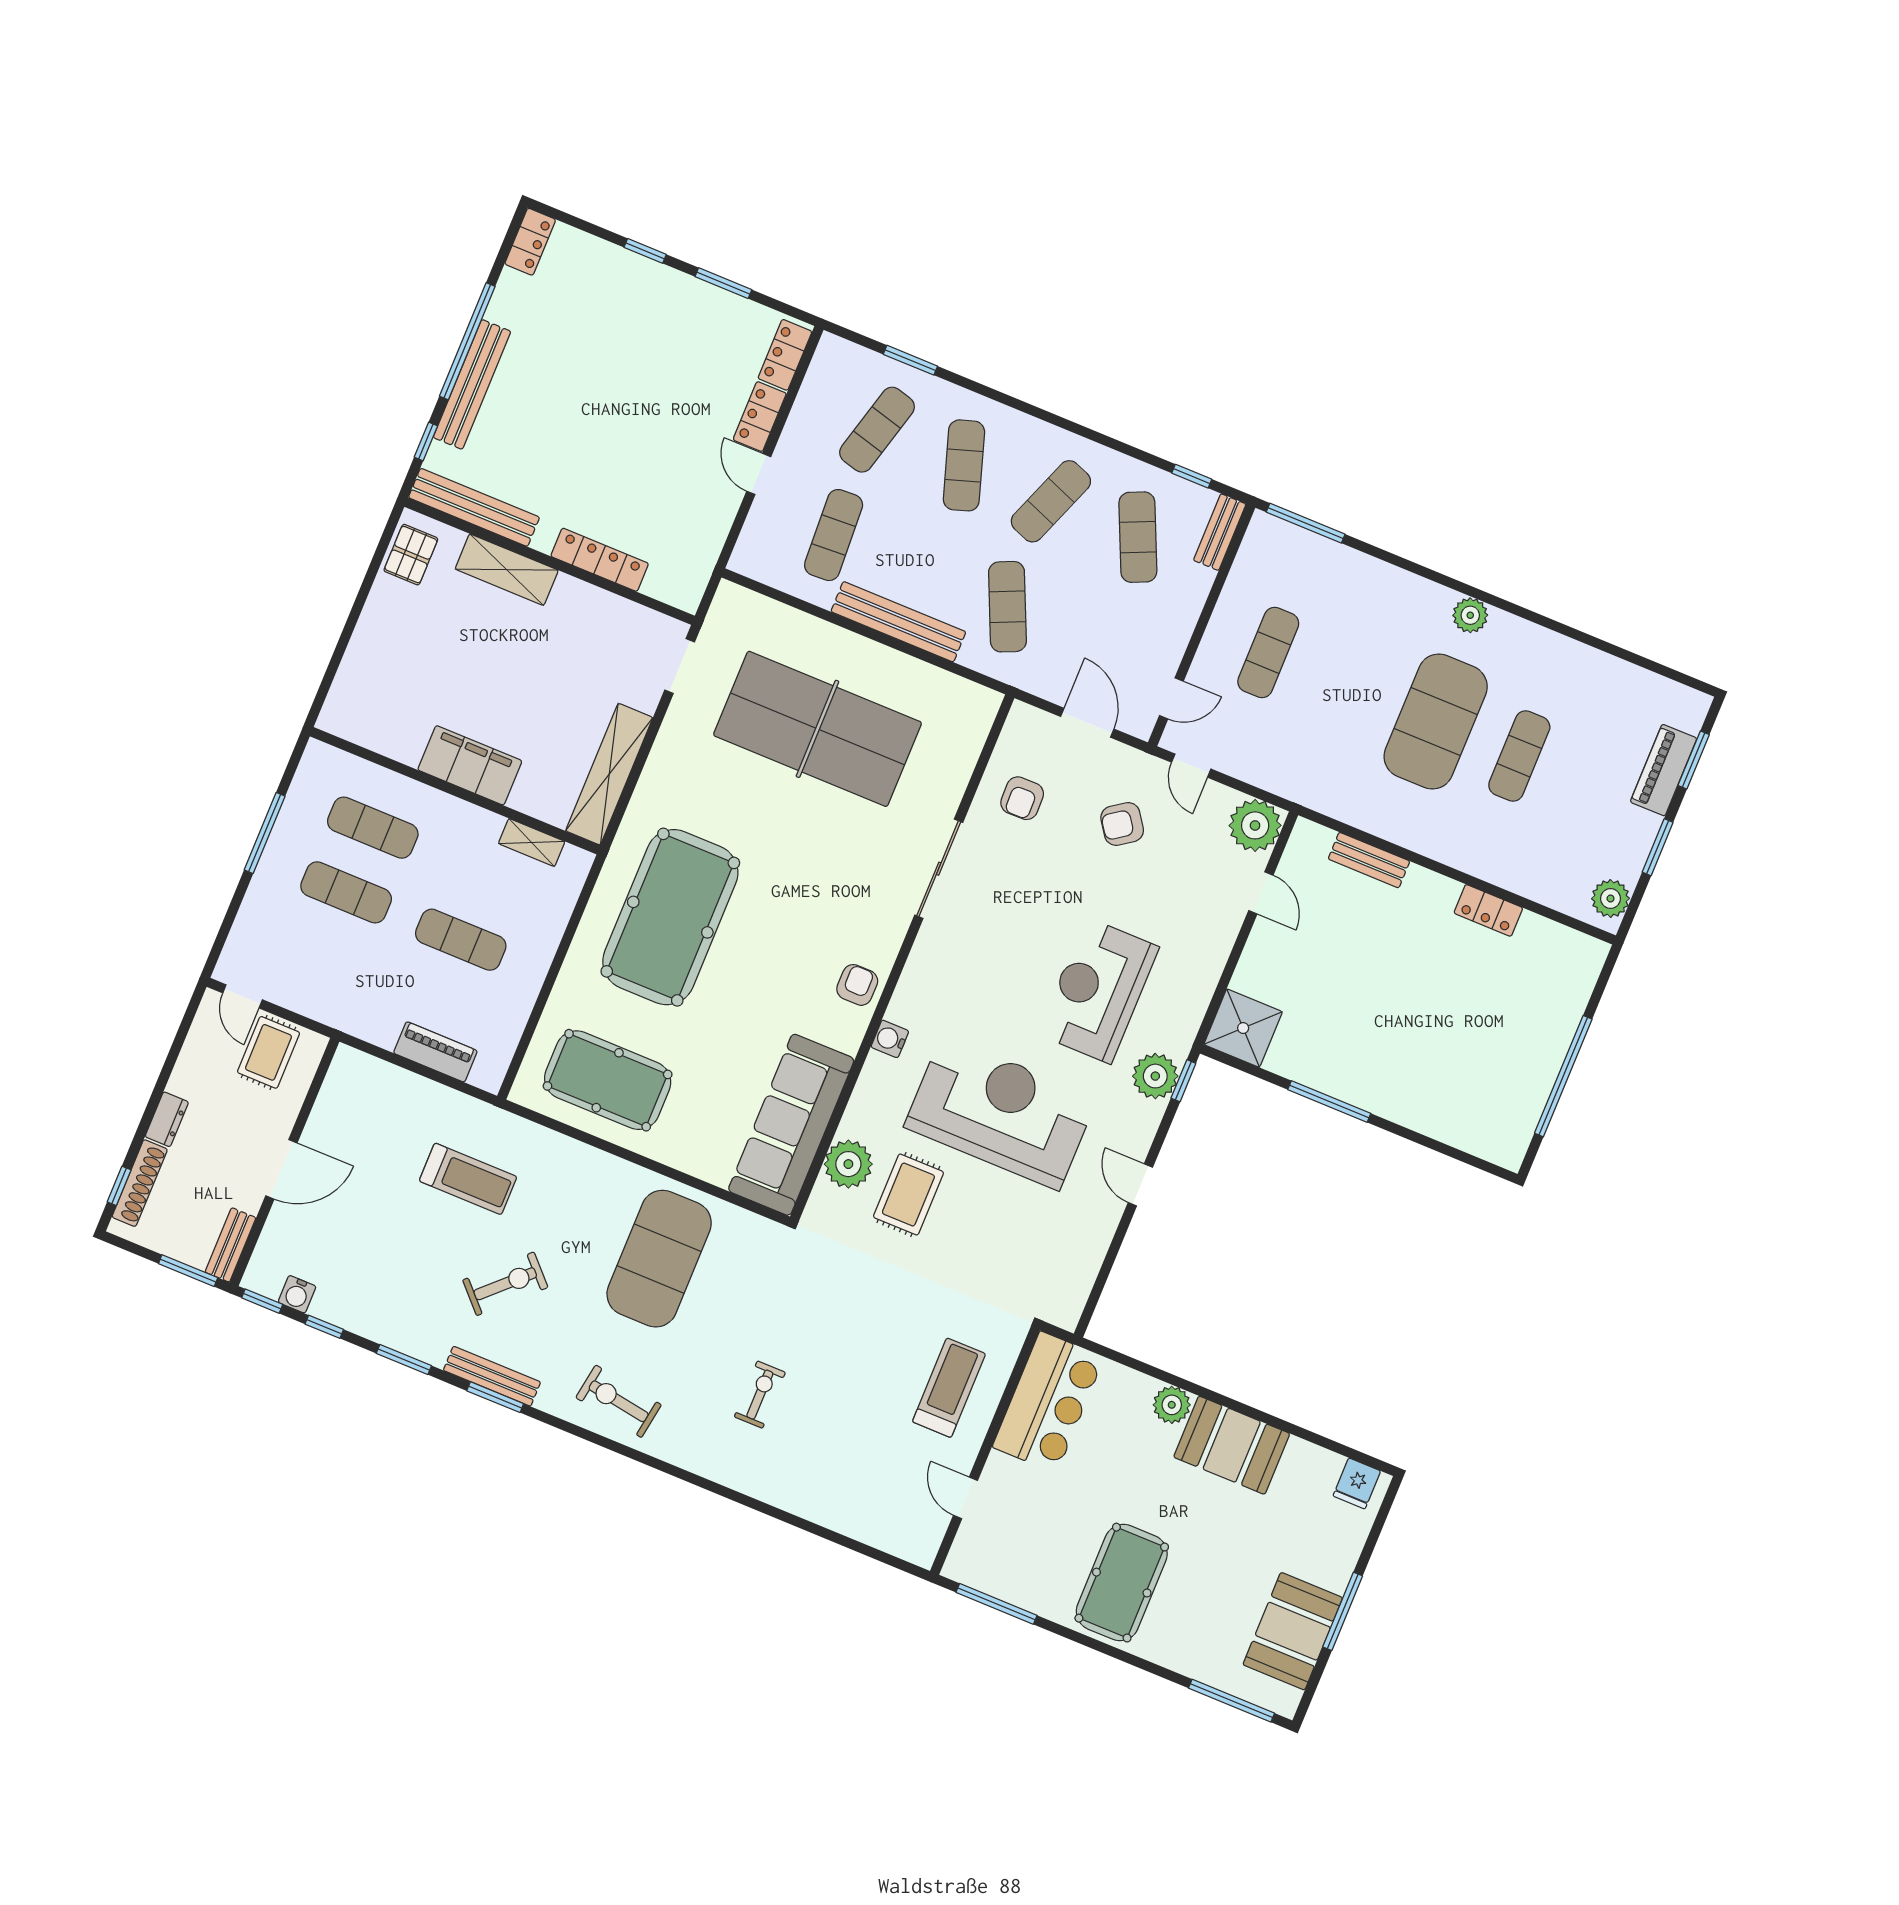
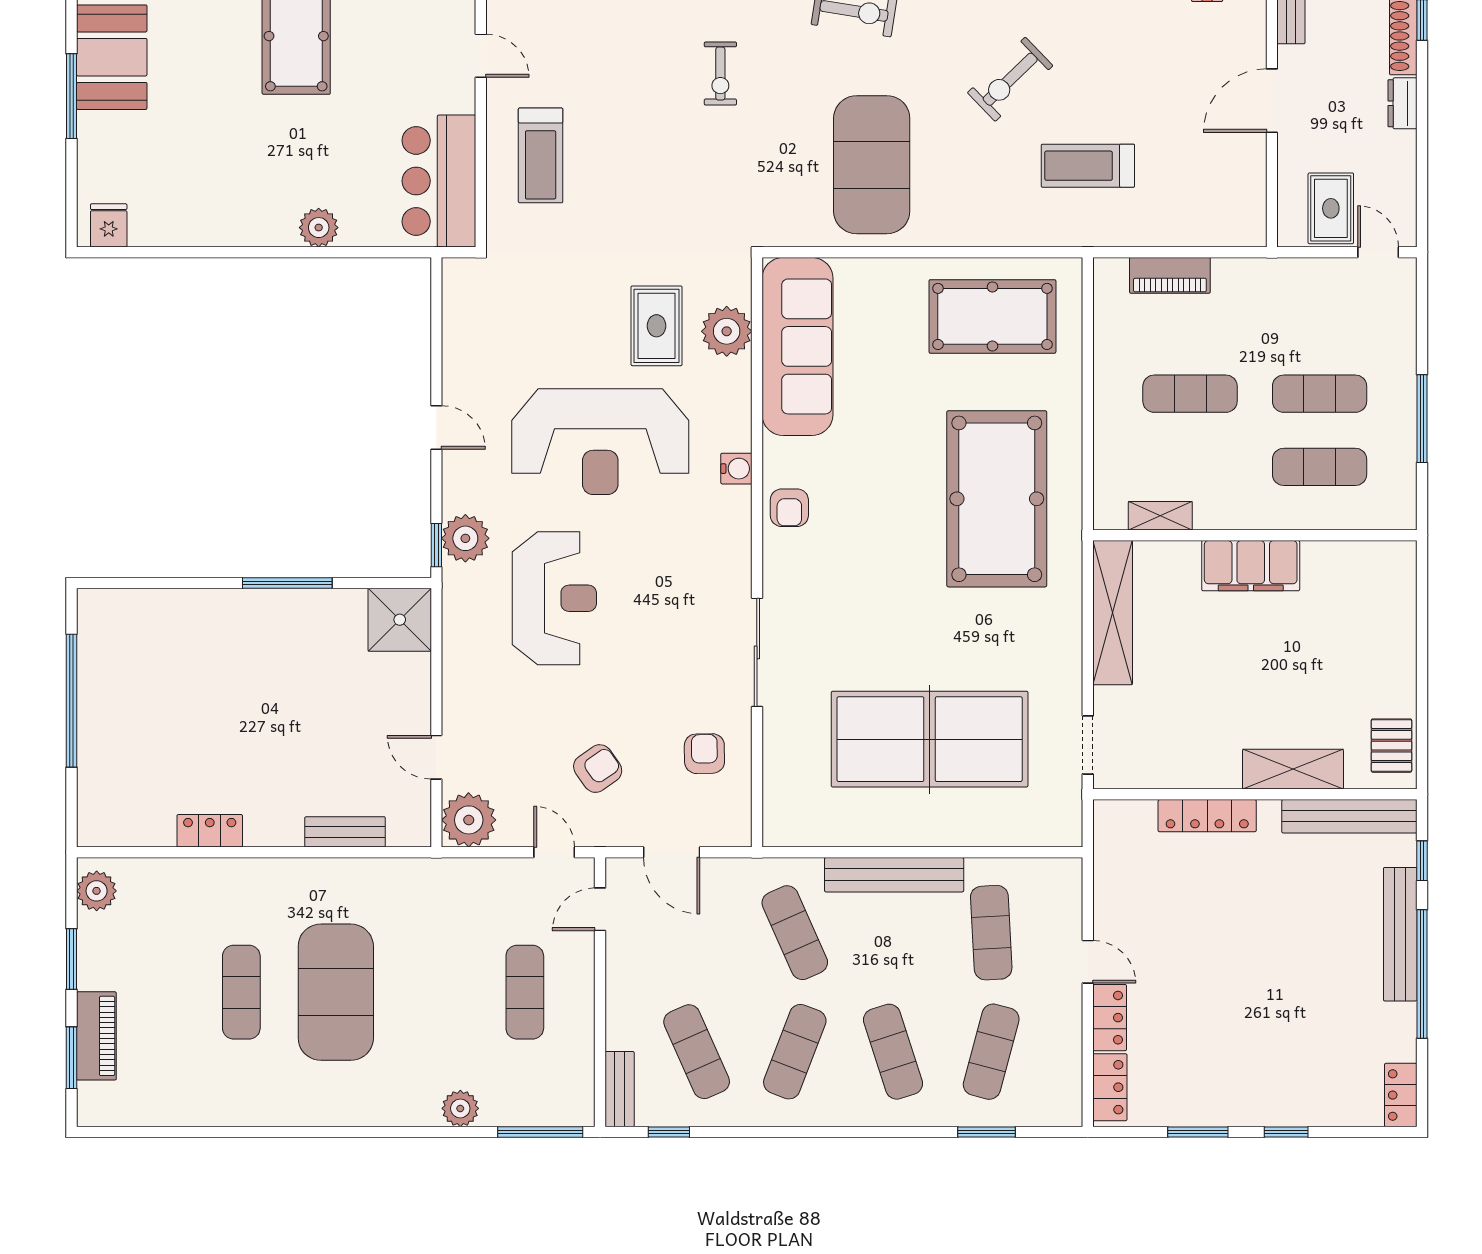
plant: (1470, 615) -> (460, 1108), moved
booth: (1232, 1445) -> (245, 212), removed

